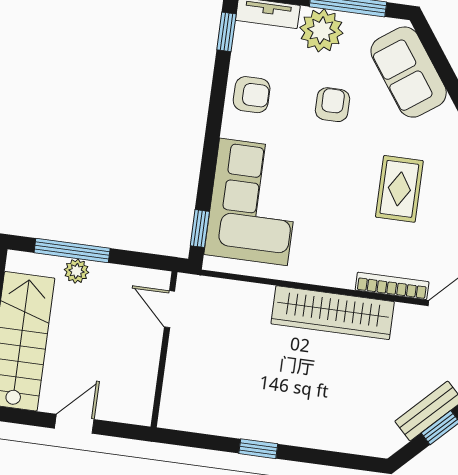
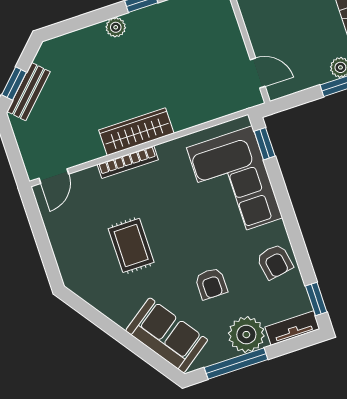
armchair: (252, 95) -> (275, 262), turned -100
bookcase: (392, 286) -> (128, 162), moved
wardrobe: (333, 313) -> (136, 132), width x0.71, depth x0.85
plant: (300, 435) -> (116, 27), added

